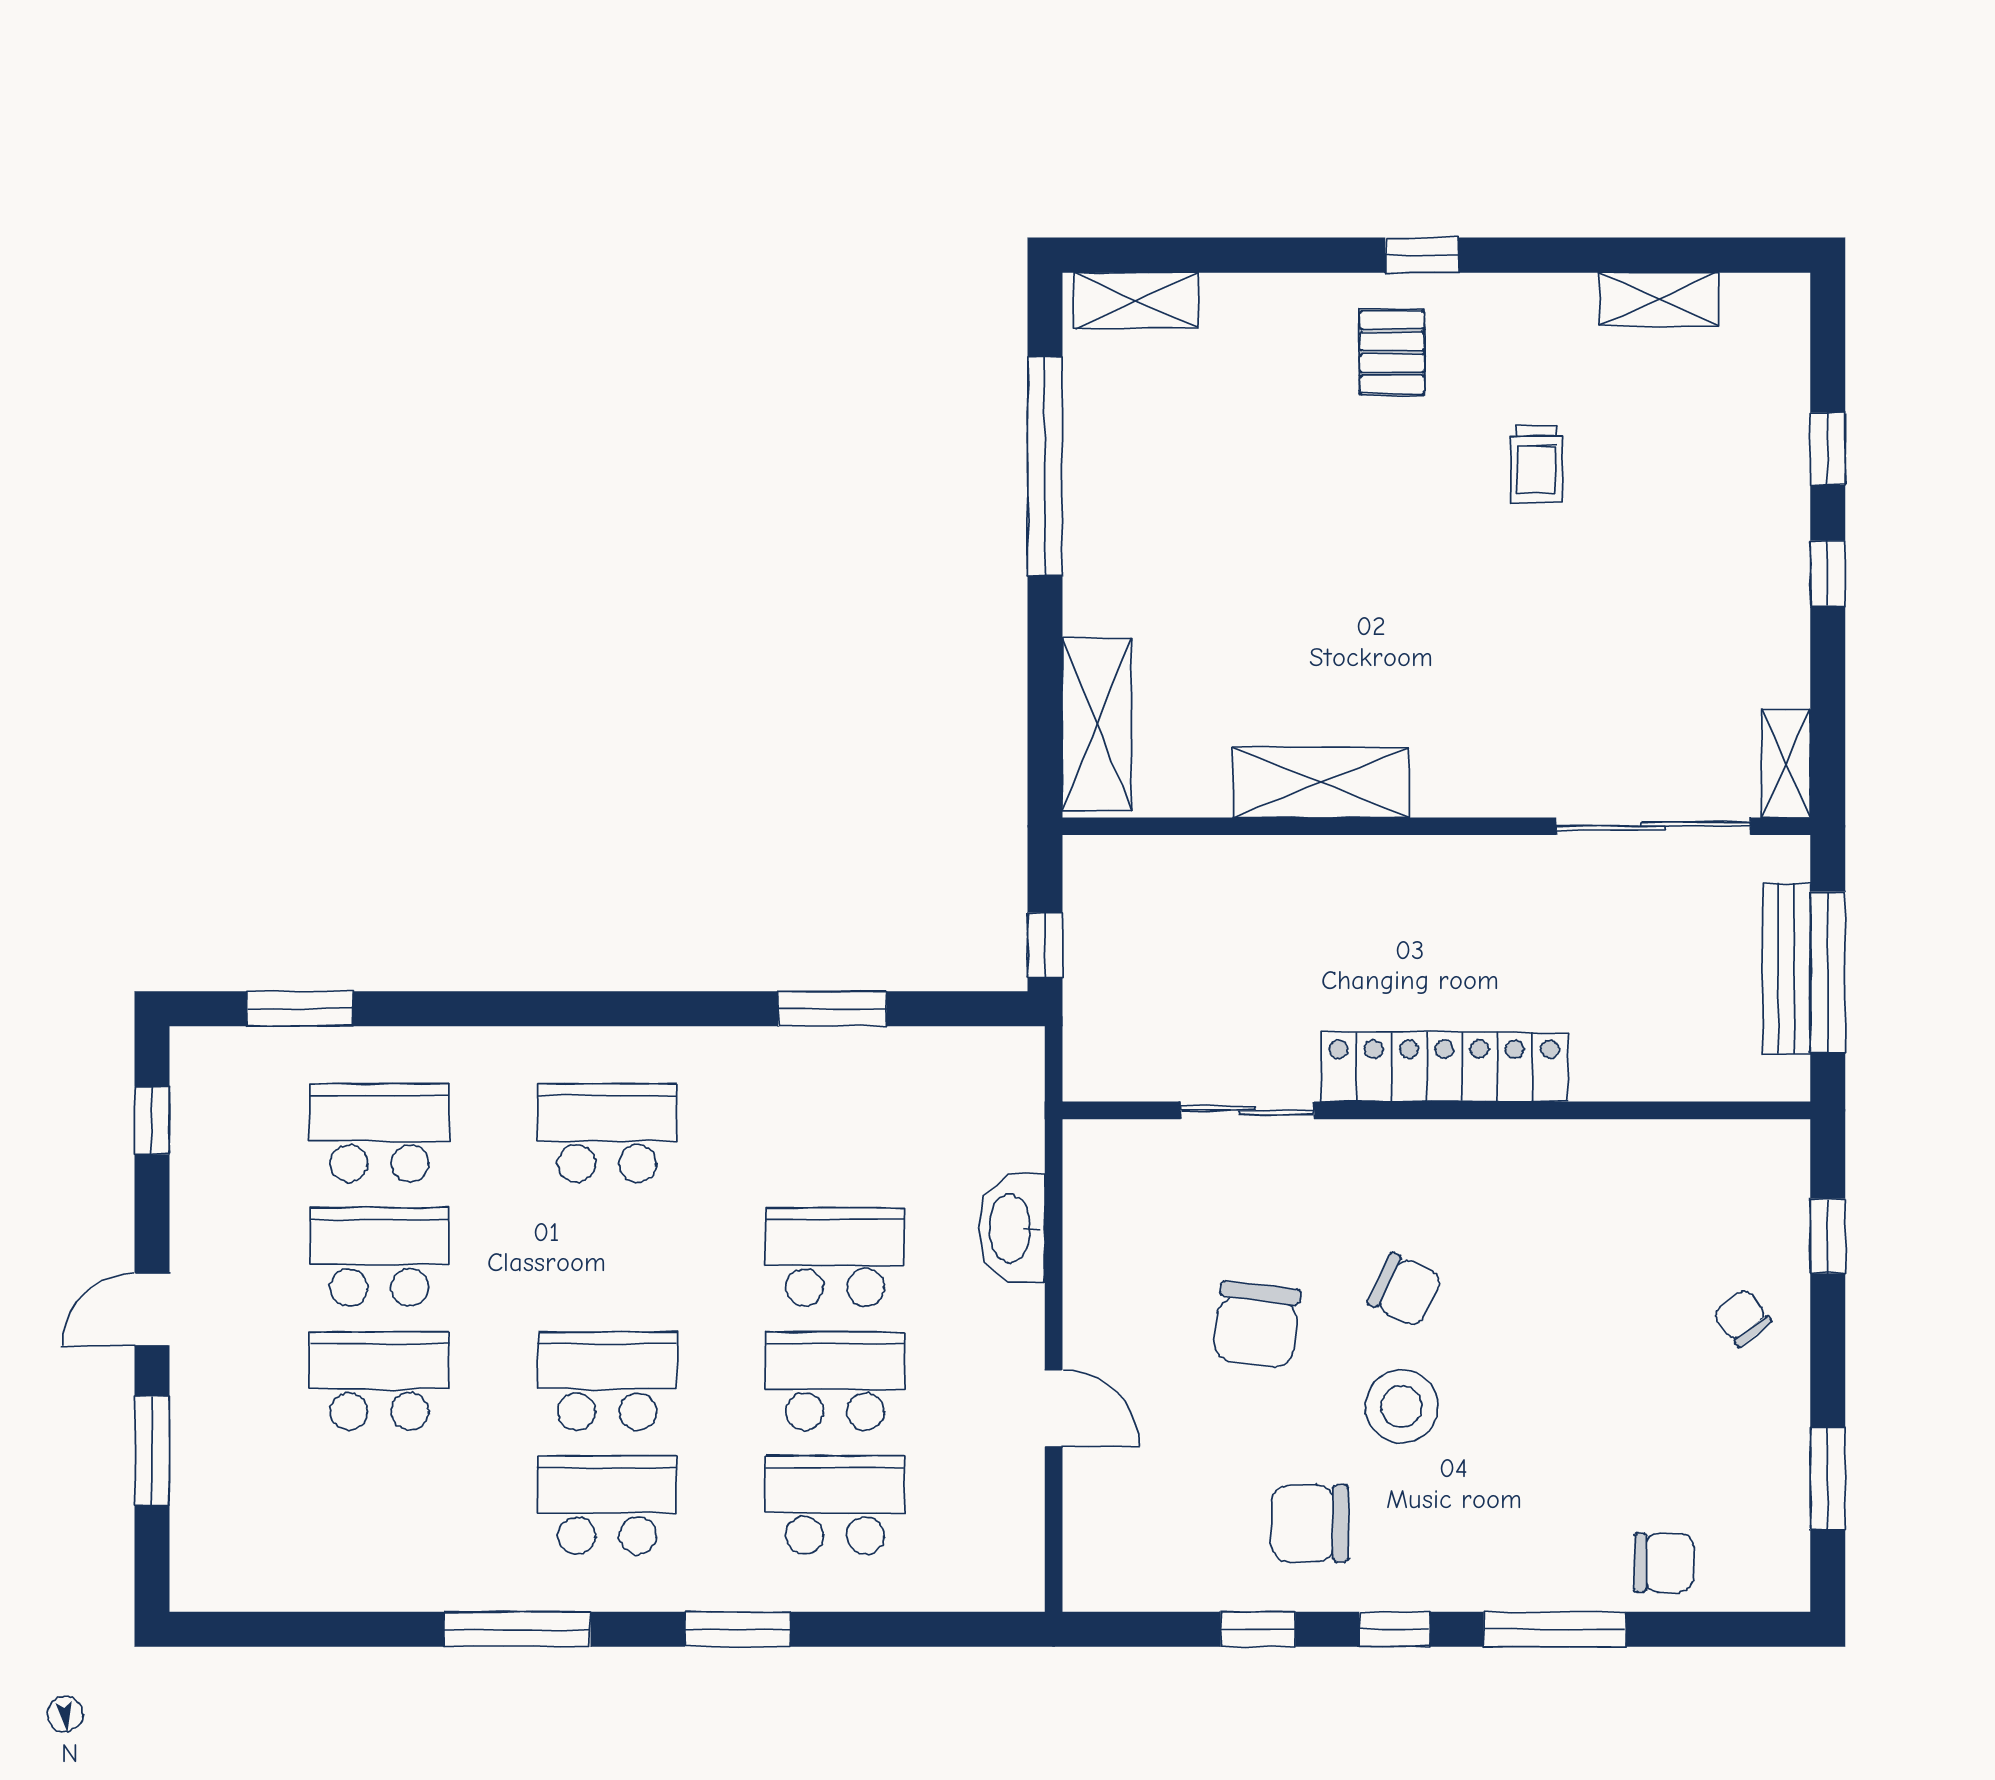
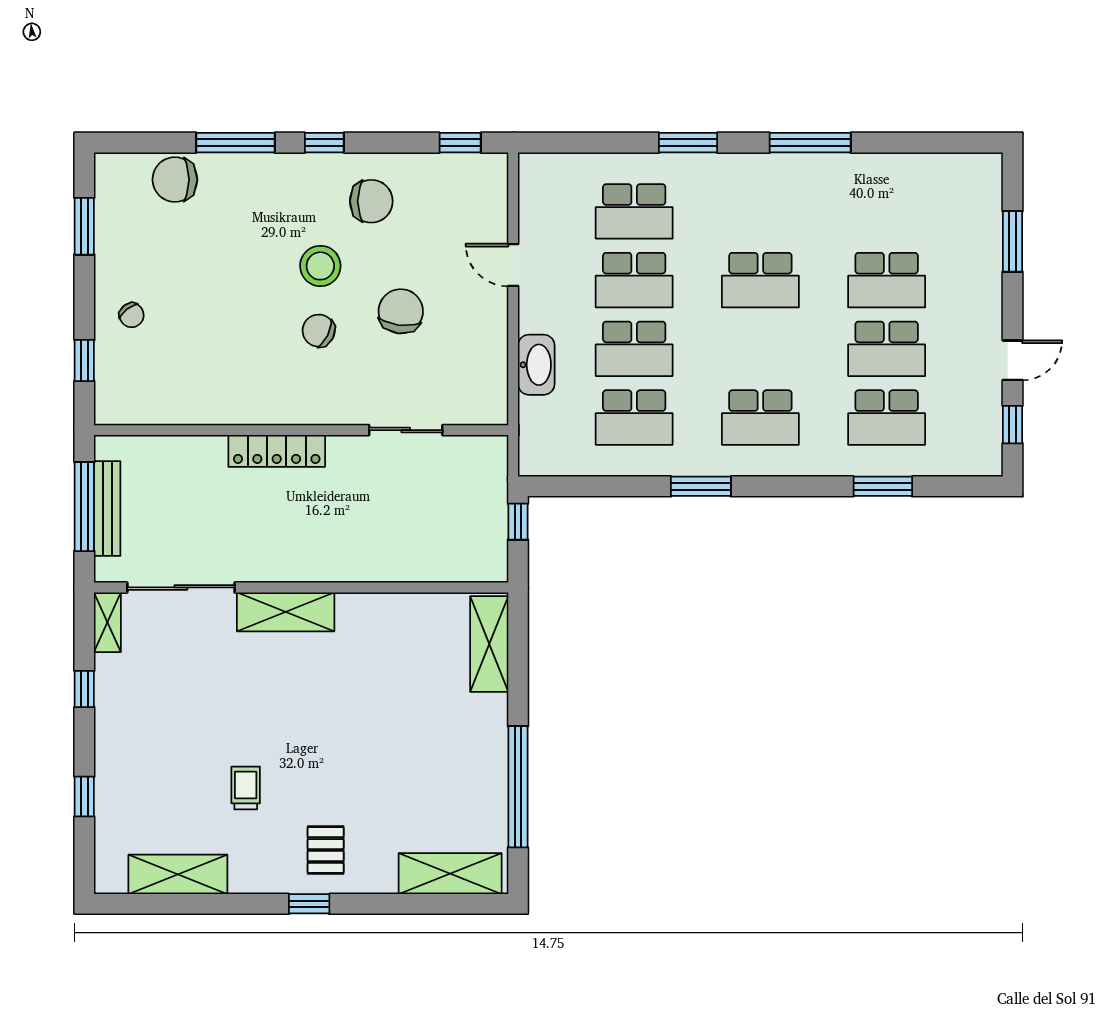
shelving: (1659, 299) -> (178, 874), width x1.50, depth x1.33
shelving: (1136, 300) -> (450, 874), width x1.50, depth x1.33
window: (1828, 574) -> (84, 689), moved
shelving: (1321, 782) -> (286, 612), moved
window: (300, 1009) -> (883, 486), moved
window: (832, 1009) -> (701, 486), moved
locker: (1444, 1067) -> (277, 451), width x0.71, depth x0.83
door: (152, 1309) -> (1013, 360), moved
school desk: (607, 1505) -> (634, 418), moved
chair: (1664, 1563) -> (175, 180), width x1.37, depth x1.37
window: (1258, 1629) -> (460, 143), moved

